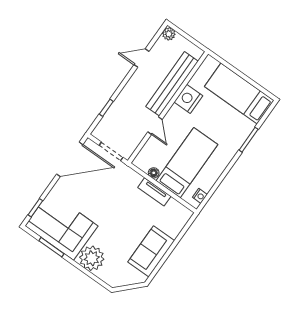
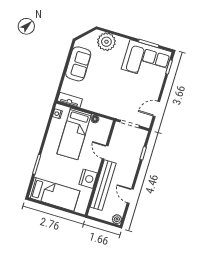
door: (141, 58) -> (130, 196), swing flipped
door: (70, 159) -> (156, 109), width x0.53
tv unit: (154, 192) -> (70, 100), moved
plant: (92, 258) -> (106, 42), moved

